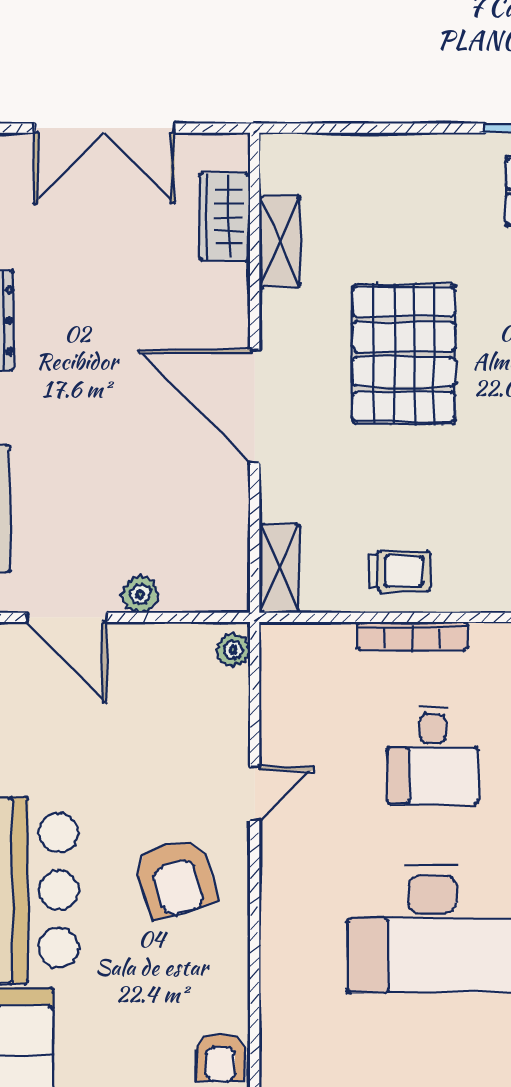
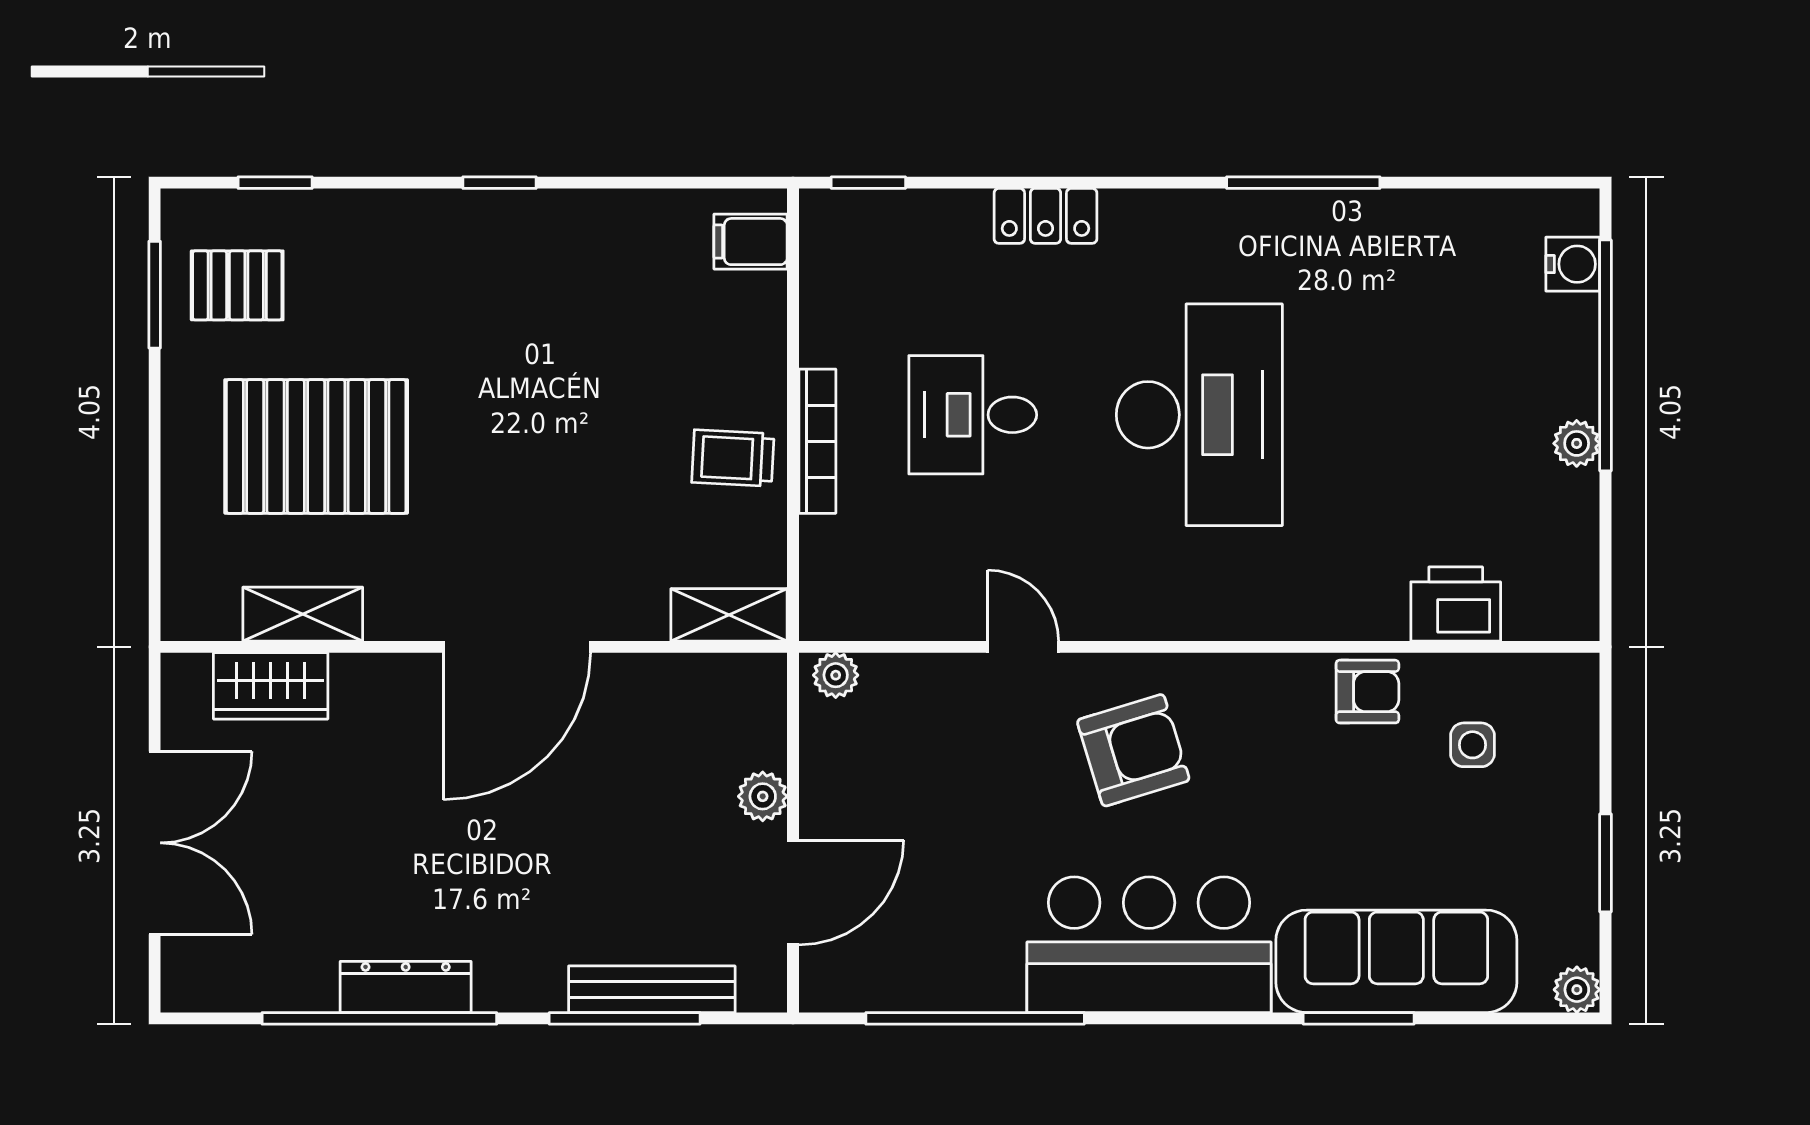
pallet: (404, 354) -> (316, 446), moved
trolley: (399, 571) -> (733, 458), turned -87
desk: (433, 755) -> (973, 415), turned 180

